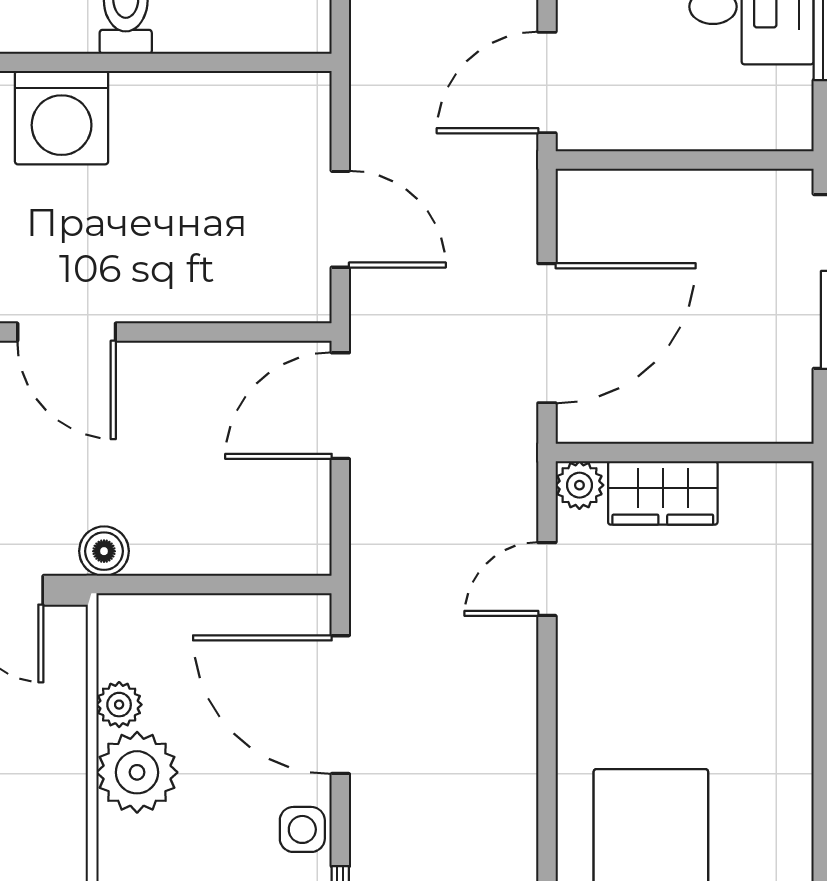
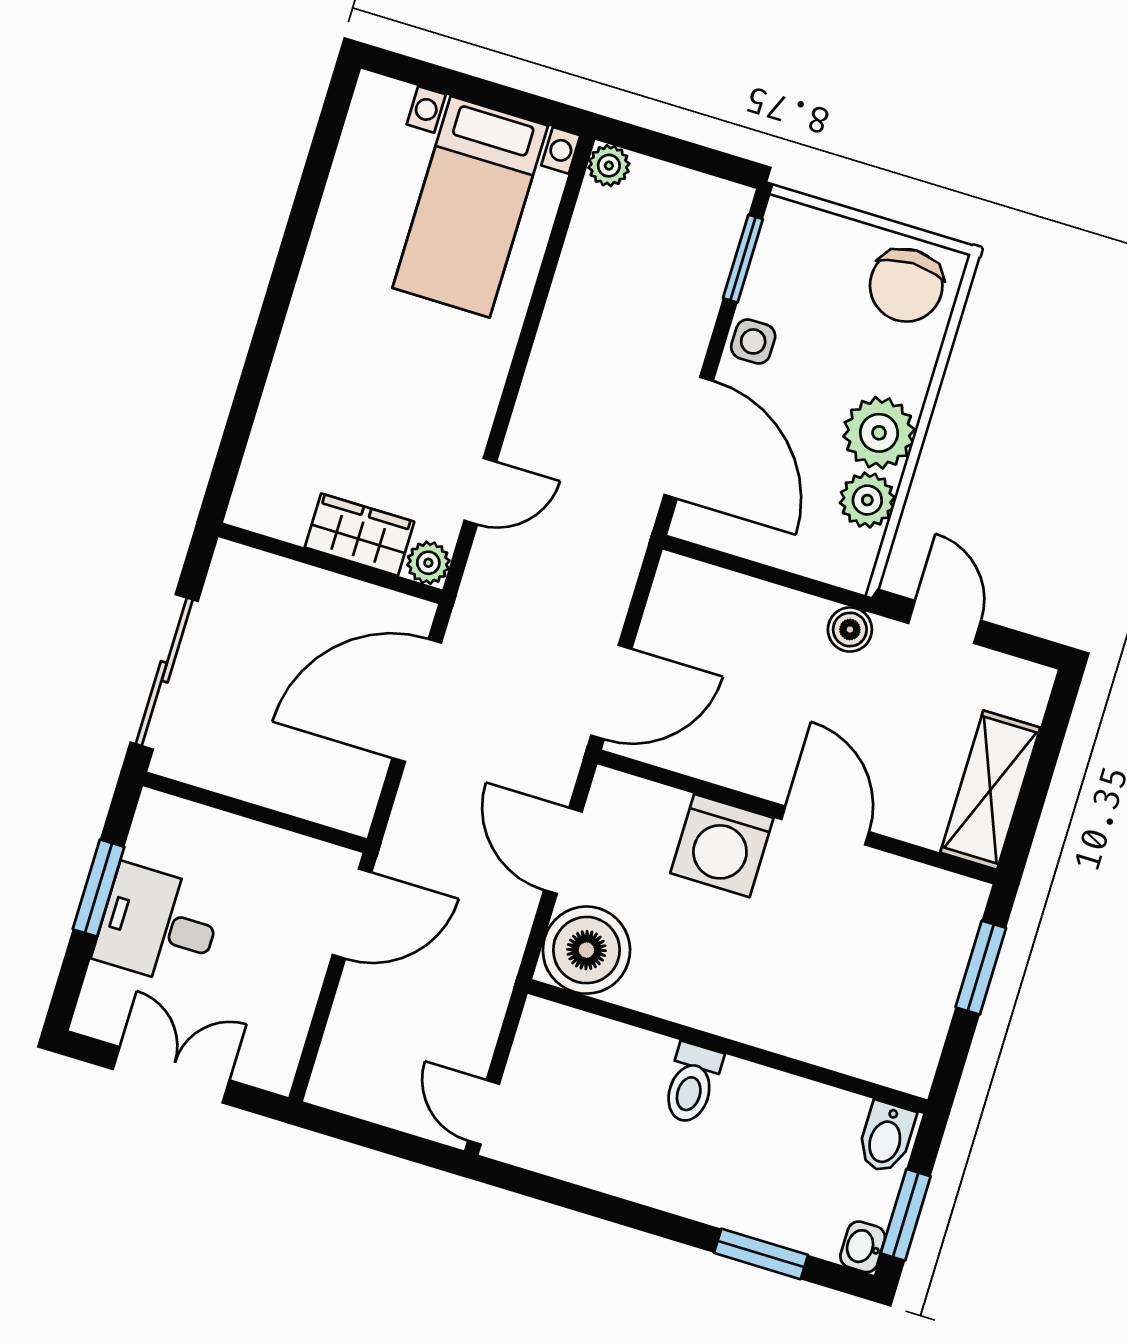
washing machine: (62, 118) -> (722, 846), moved, turned 180
boiler: (283, 120) -> (586, 950), added
plant: (119, 705) -> (867, 500), width x1.38, depth x1.38

